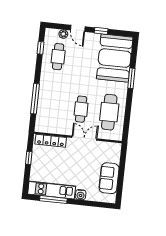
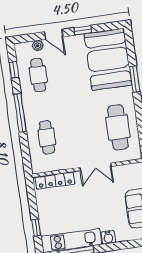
window: (35, 99) -> (20, 113), moved
cafe table: (81, 109) -> (47, 137), moved
double door: (84, 138) -> (95, 167), swing flipped
window: (29, 158) -> (36, 228), moved

